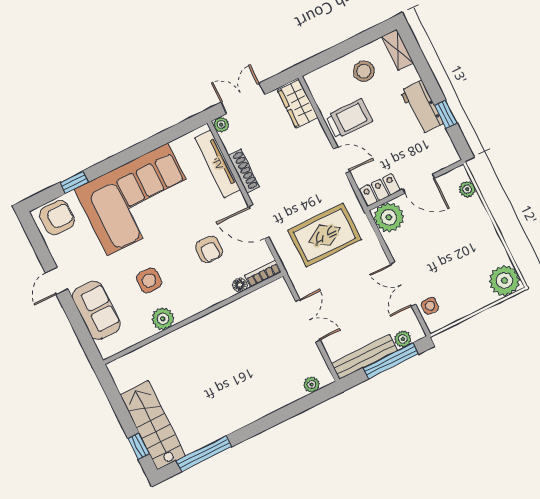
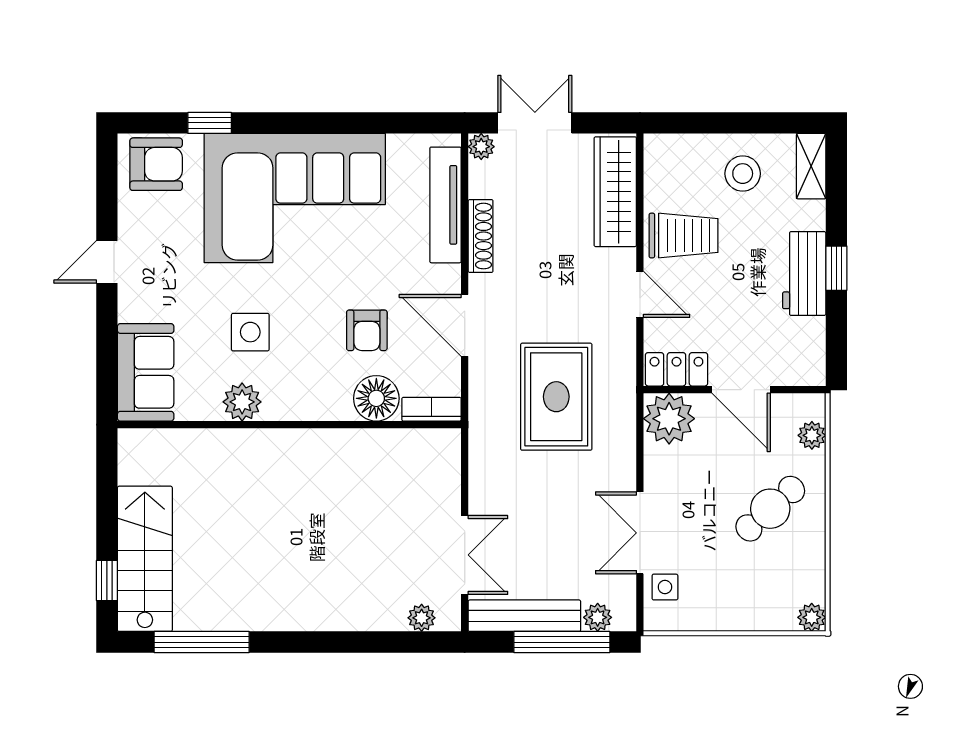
wardrobe: (298, 104) -> (615, 192), width x1.50
window: (446, 114) -> (836, 268), moved
rug: (325, 235) -> (556, 397), turned 90
cafe table: (464, 238) -> (770, 509), added
plant: (504, 281) -> (812, 617), width x0.53, depth x0.53
floor lamp: (240, 285) -> (376, 398), width x1.89, depth x1.89
sofa: (96, 310) -> (146, 372), moved
double door: (308, 321) -> (465, 555), moved

